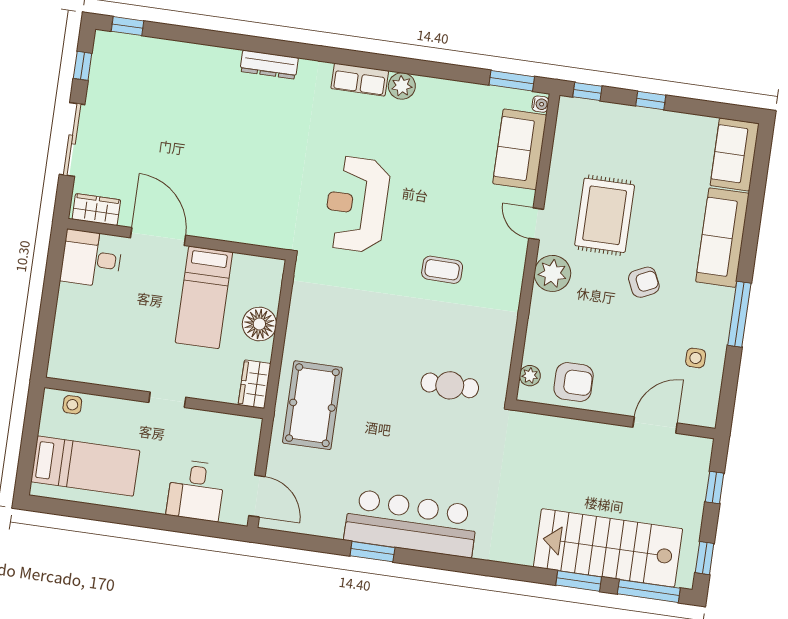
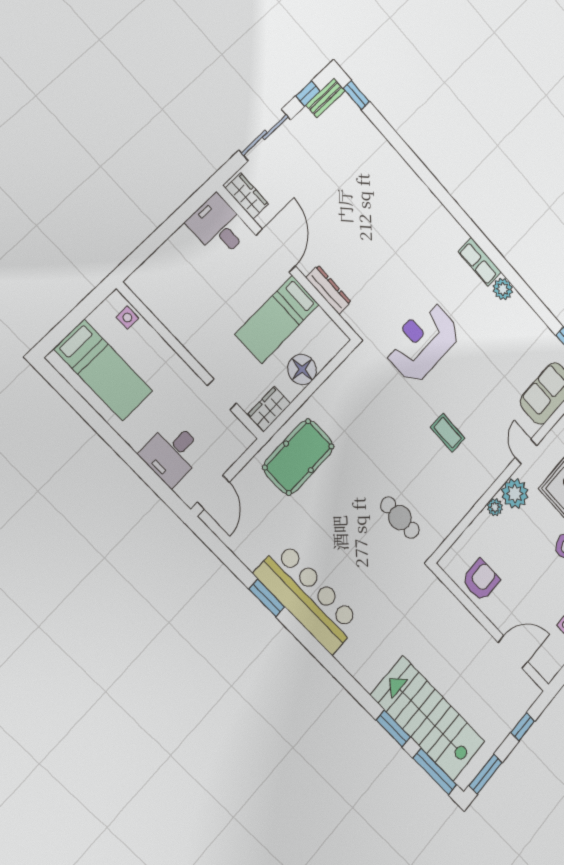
bench: (101, 55) -> (325, 98), added
dresser: (269, 65) -> (329, 290), moved, turned 180
plant: (530, 376) -> (495, 507), moved
armchair: (574, 382) -> (481, 580), turned -90
doorway: (167, 400) -> (222, 394), moved
window: (705, 558) -> (486, 774), width x1.50

